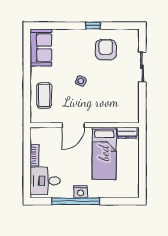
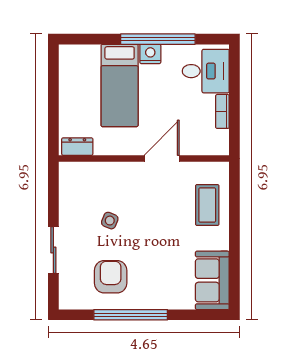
window: (93, 26) -> (131, 315), width x3.17
armchair: (106, 50) -> (111, 277), turned 180
side table: (81, 81) -> (110, 221), moved
bed: (104, 153) -> (120, 85), moved, turned 180

